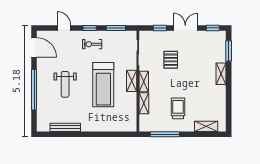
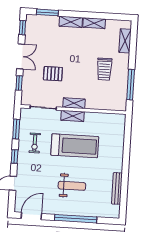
double door: (185, 28) -> (21, 56), swing flipped
exercise bike: (92, 44) -> (35, 143), moved
shelving: (144, 103) -> (94, 23), moved
trolley: (178, 108) -> (104, 69), turned -90

